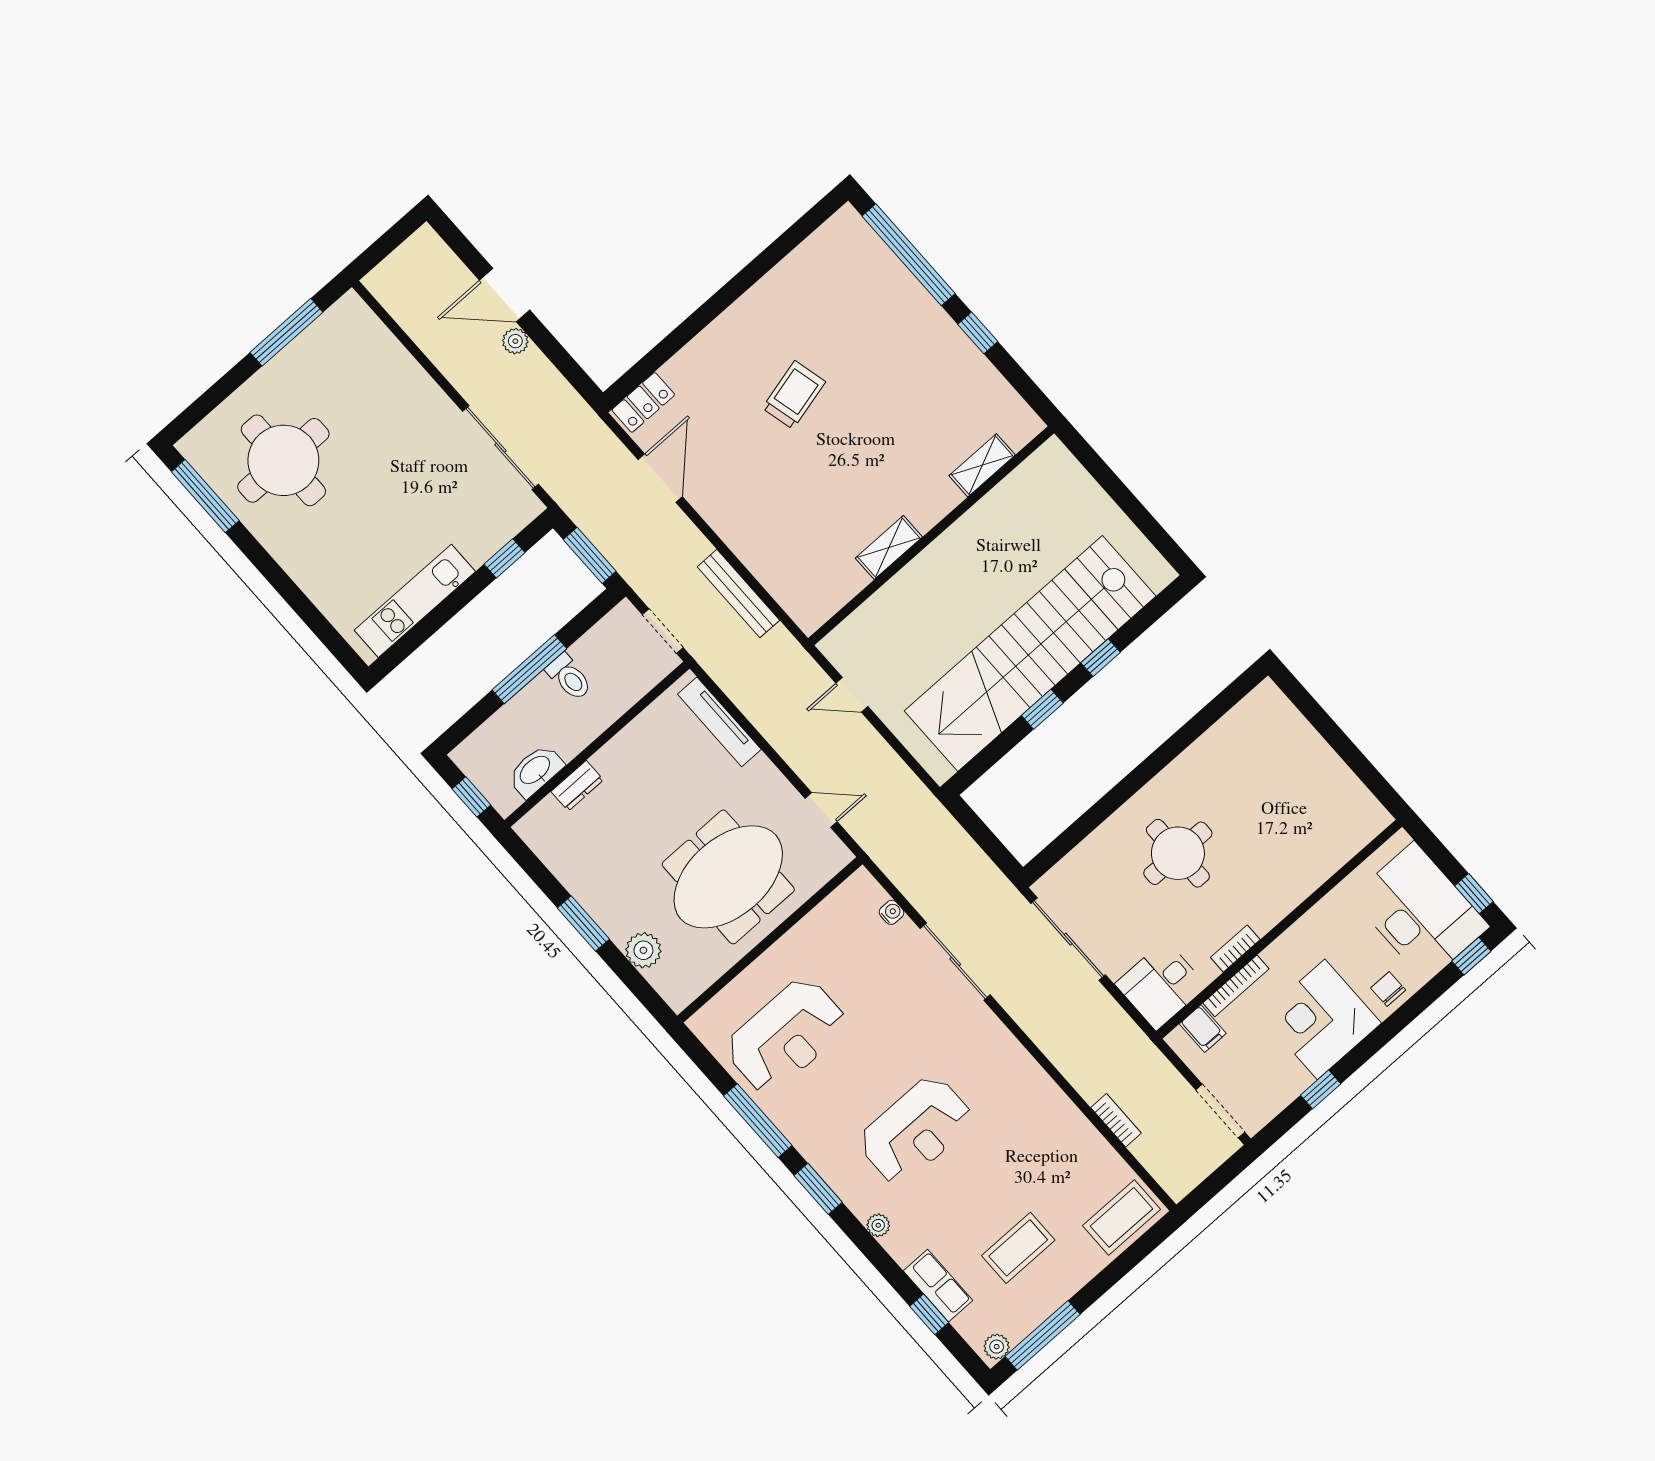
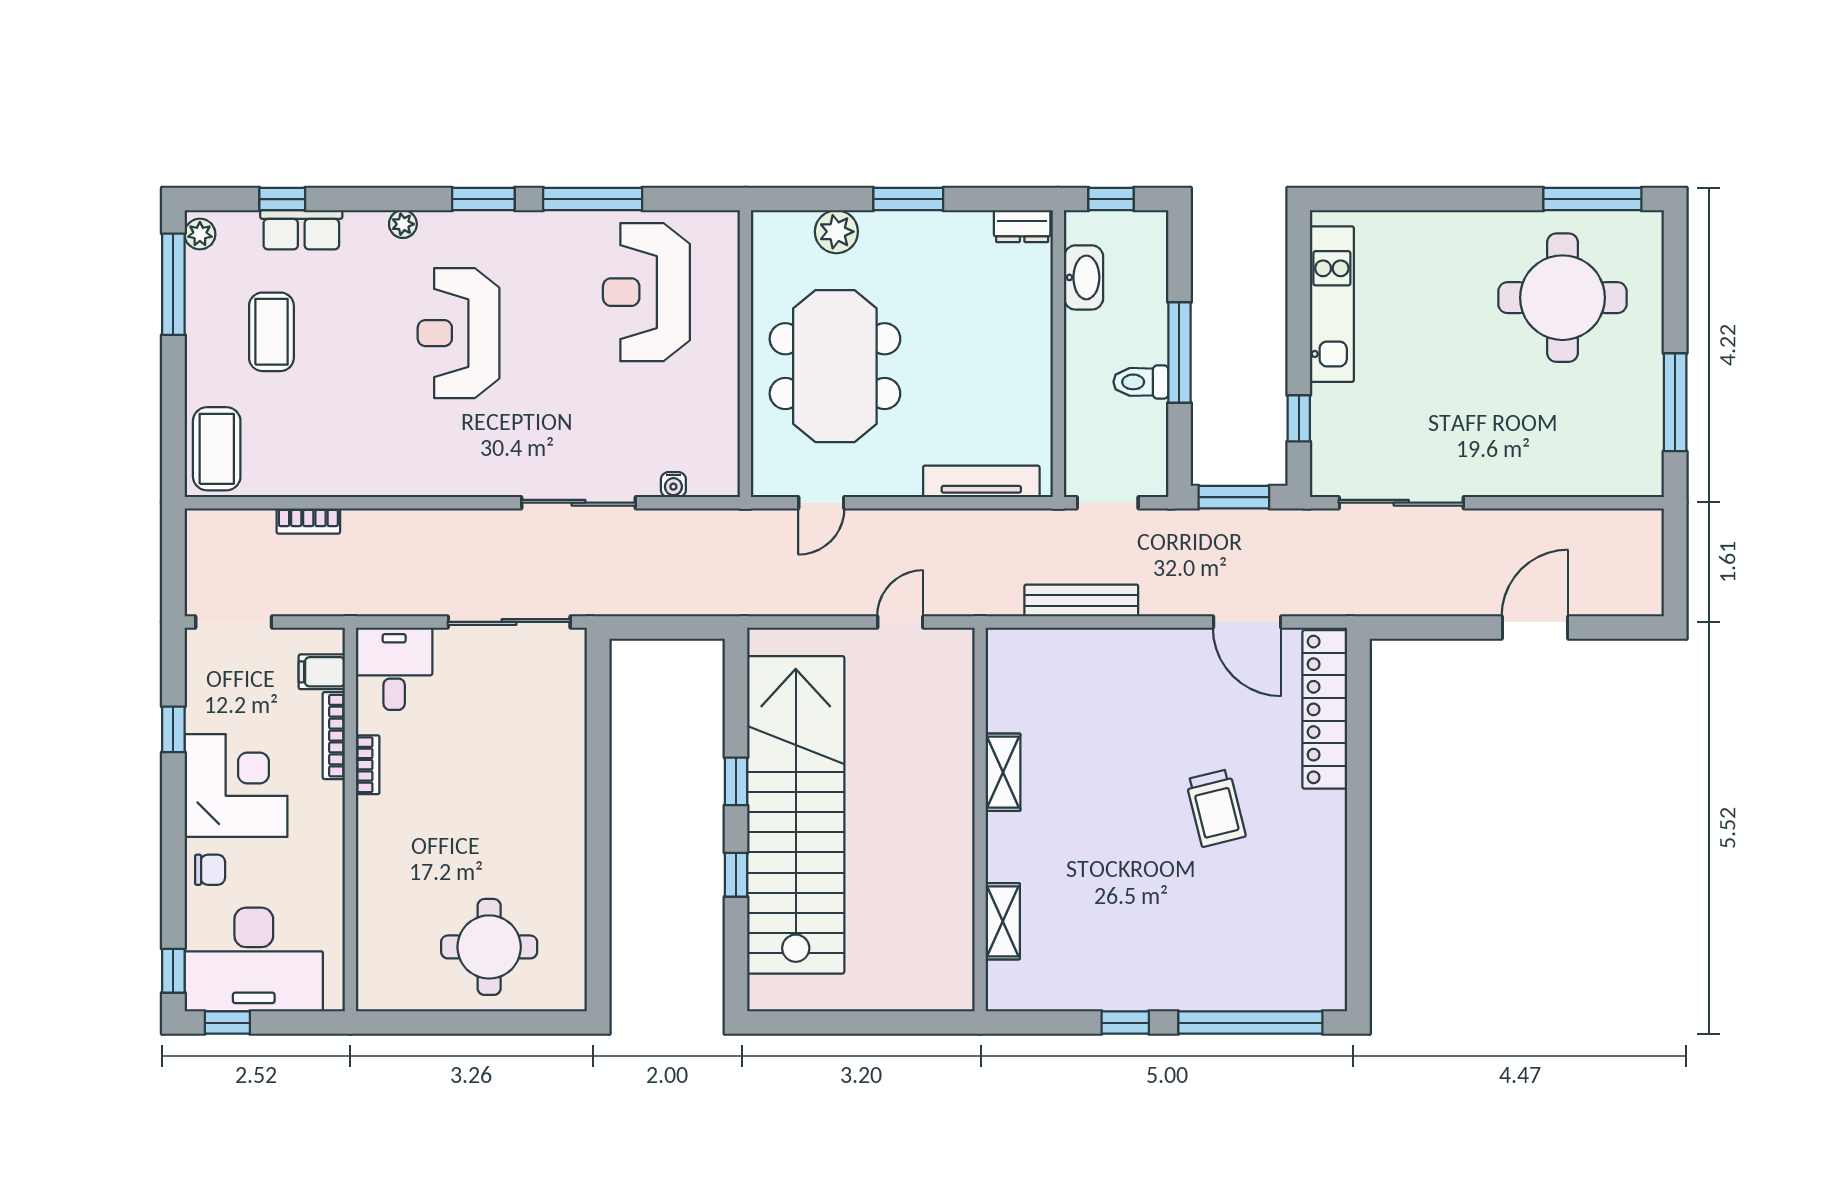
plant: (515, 341) -> (1485, 601), removed
locker: (643, 402) -> (1325, 709), width x2.16, depth x1.21
dresser: (577, 786) -> (1022, 226), moved, turned -90
round table: (1178, 853) -> (489, 947), moved

